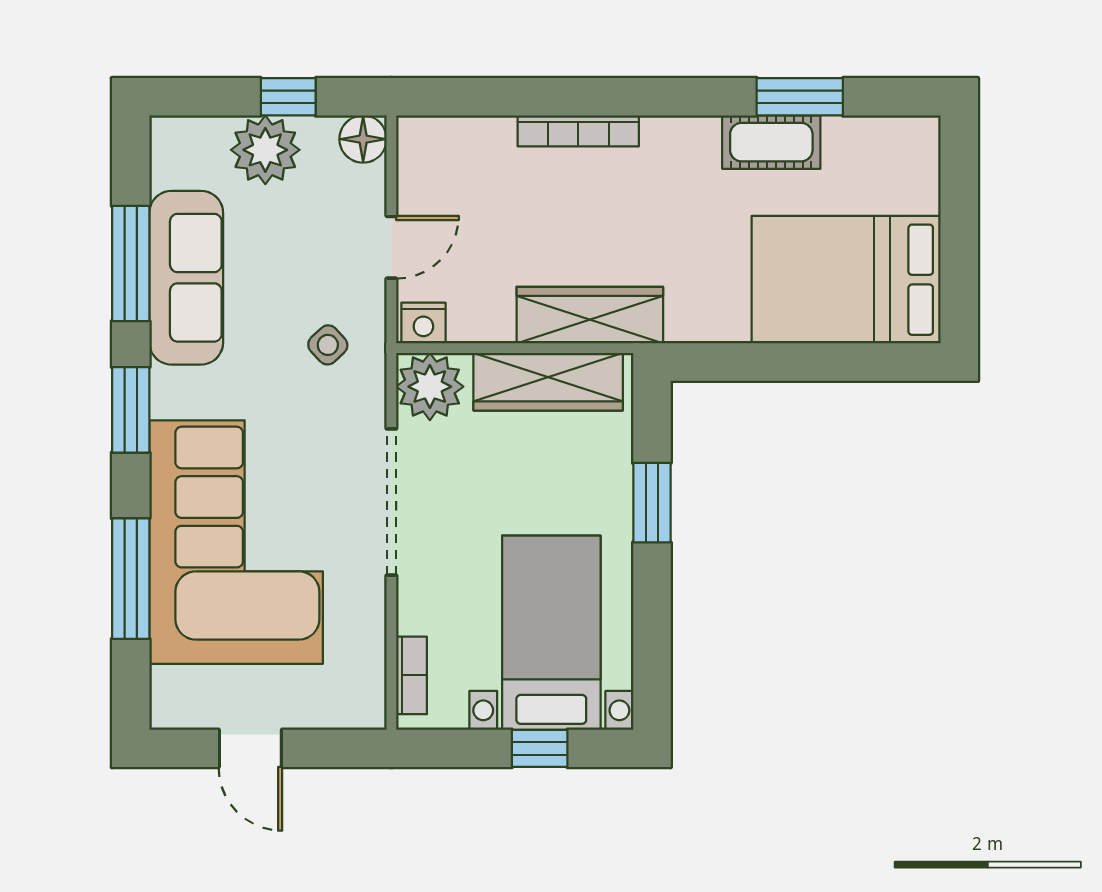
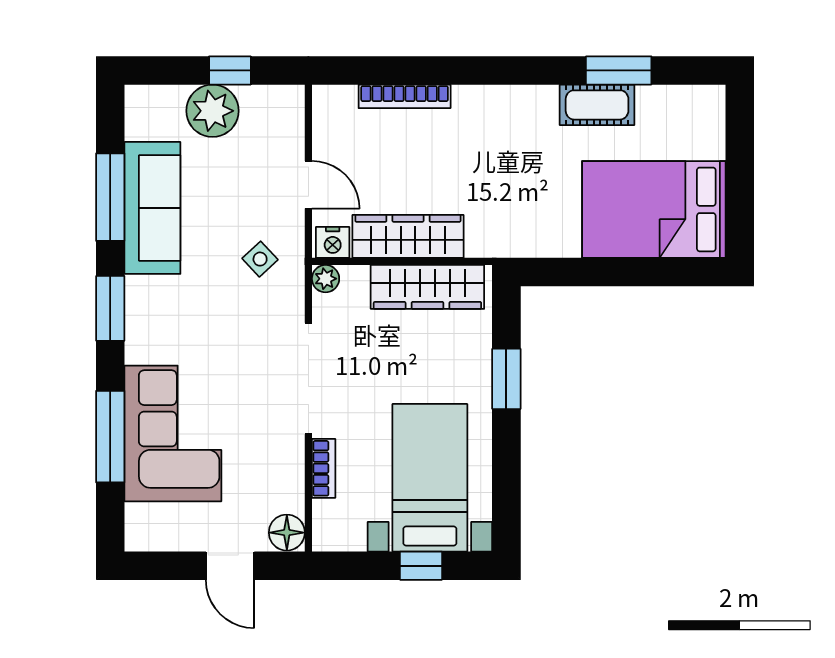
bookcase: (578, 131) -> (405, 96), moved
floor lamp: (363, 139) -> (287, 533), moved
door: (391, 247) -> (308, 185), hinge flipped
wardrobe: (590, 315) -> (408, 236), moved
plant: (430, 387) -> (326, 279), width x0.53, depth x0.53
corner sofa: (236, 542) -> (173, 433), width x0.73, depth x0.74
bookcase: (412, 675) -> (324, 468), moved
door: (250, 748) -> (230, 566), moved

